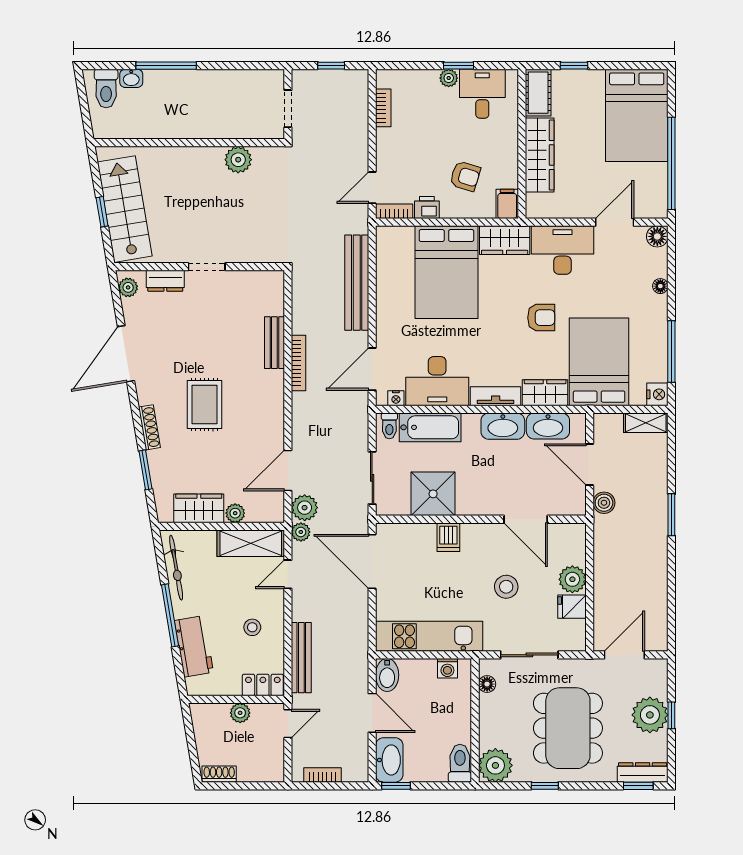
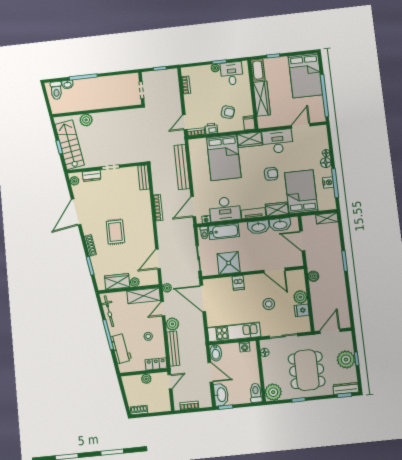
plant: (238, 160) -> (86, 120), moved
floor lamp: (657, 236) -> (326, 163), moved
bench: (274, 343) -> (144, 177), moved
nightstand: (657, 394) -> (328, 182), moved
boiler: (604, 503) -> (313, 276), moved
plant: (305, 508) -> (172, 324), moved

